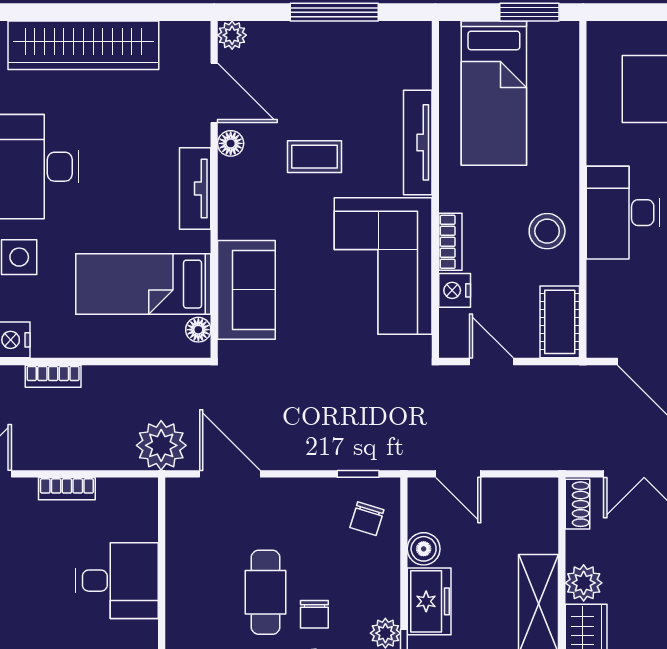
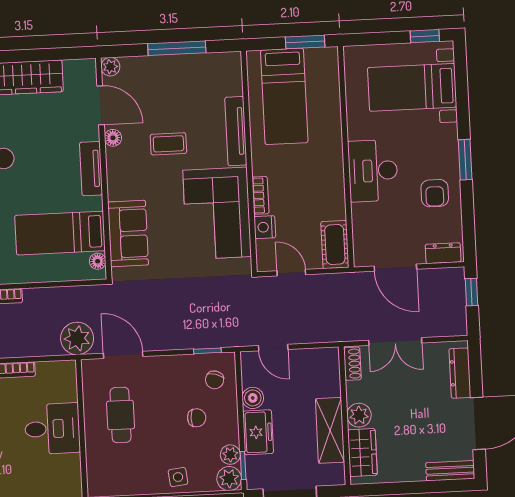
stool: (547, 231) -> (324, 185), removed
cafe table: (266, 592) -> (121, 415), moved
chair: (314, 614) -> (197, 418), moved, turned -90

